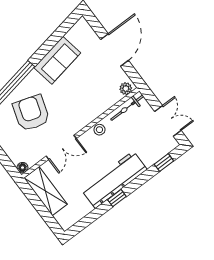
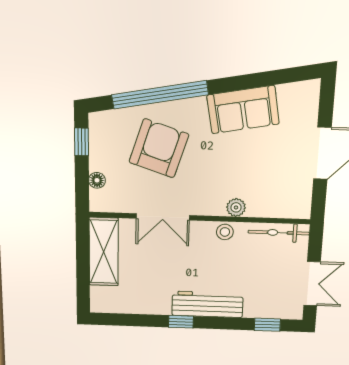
plant: (126, 89) -> (236, 207), moved
floor lamp: (22, 168) -> (97, 180), moved
workbench: (114, 180) -> (207, 304), width x0.73, depth x0.76

